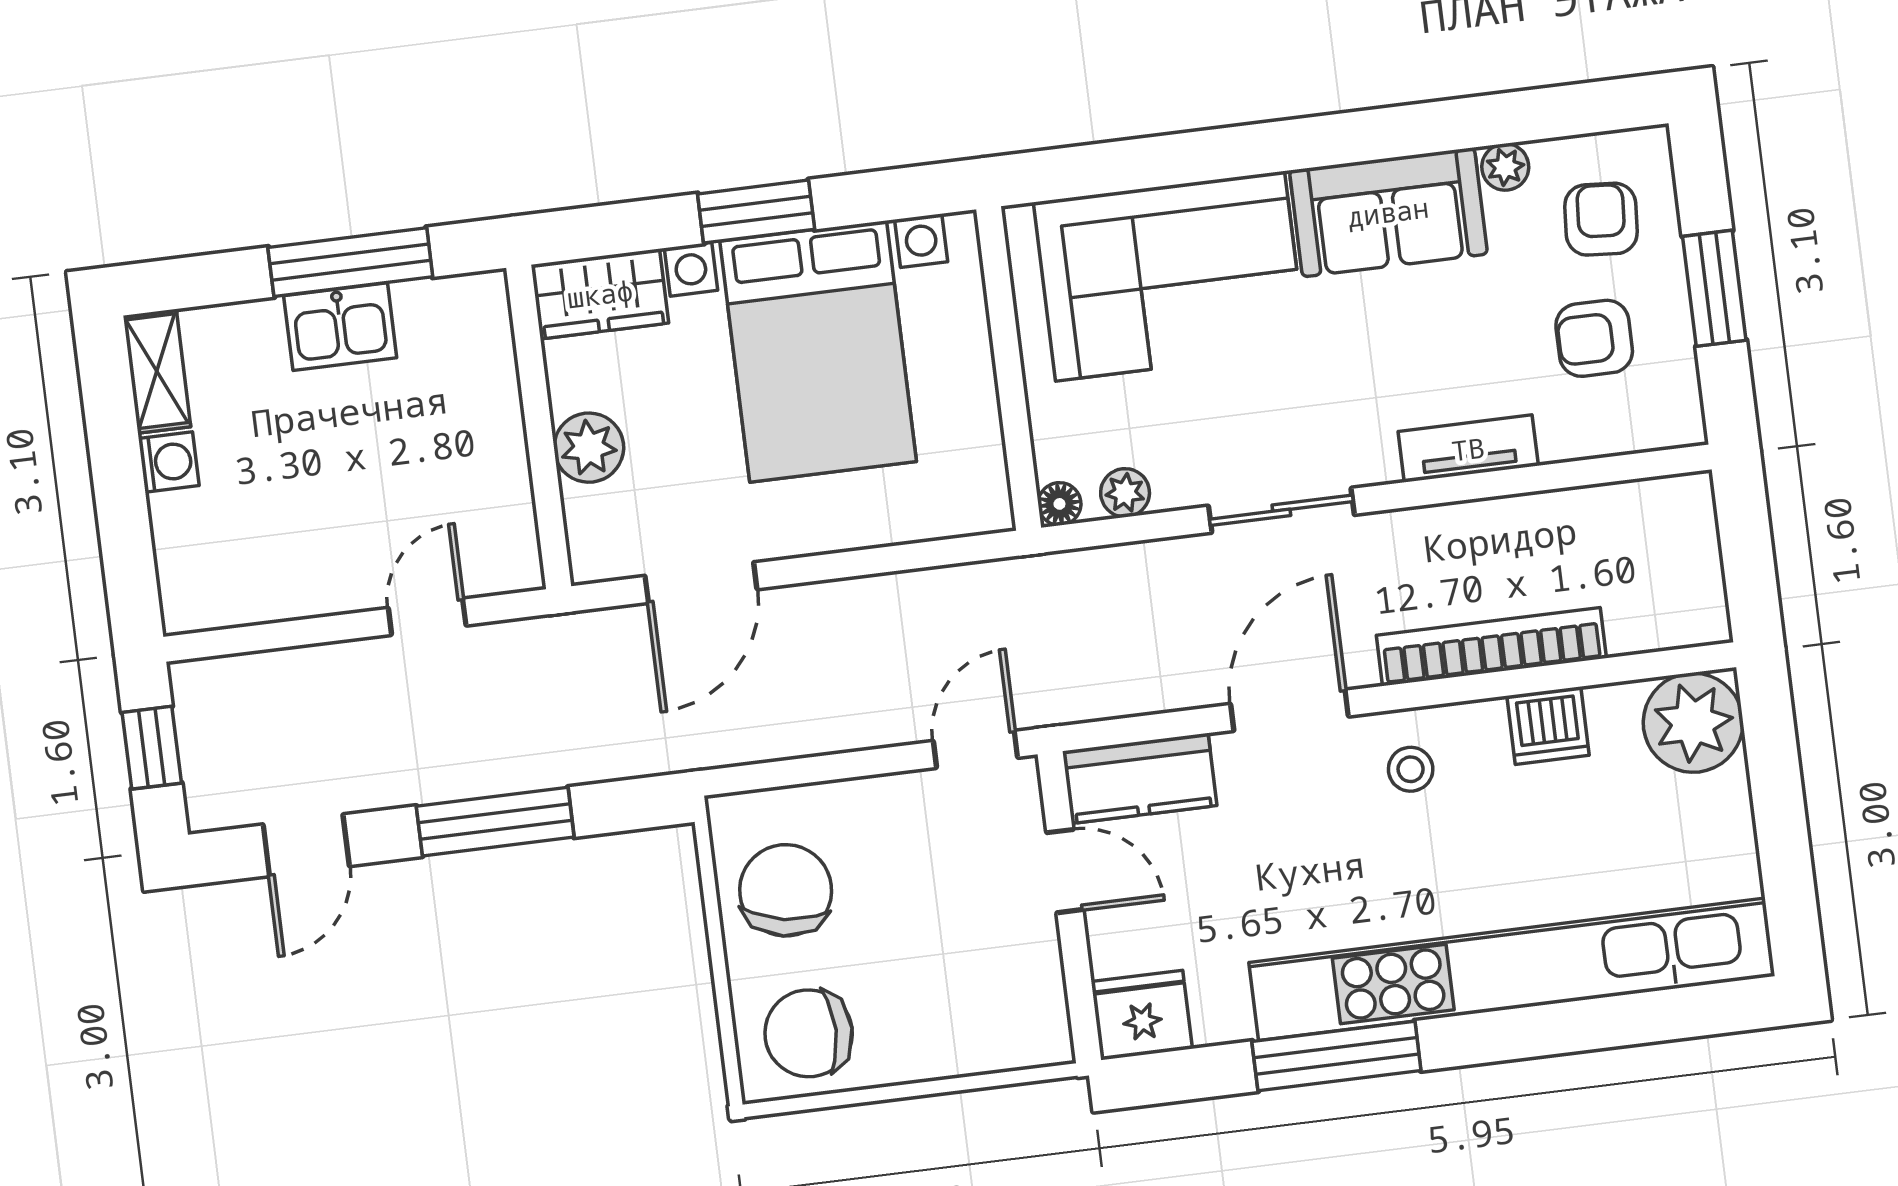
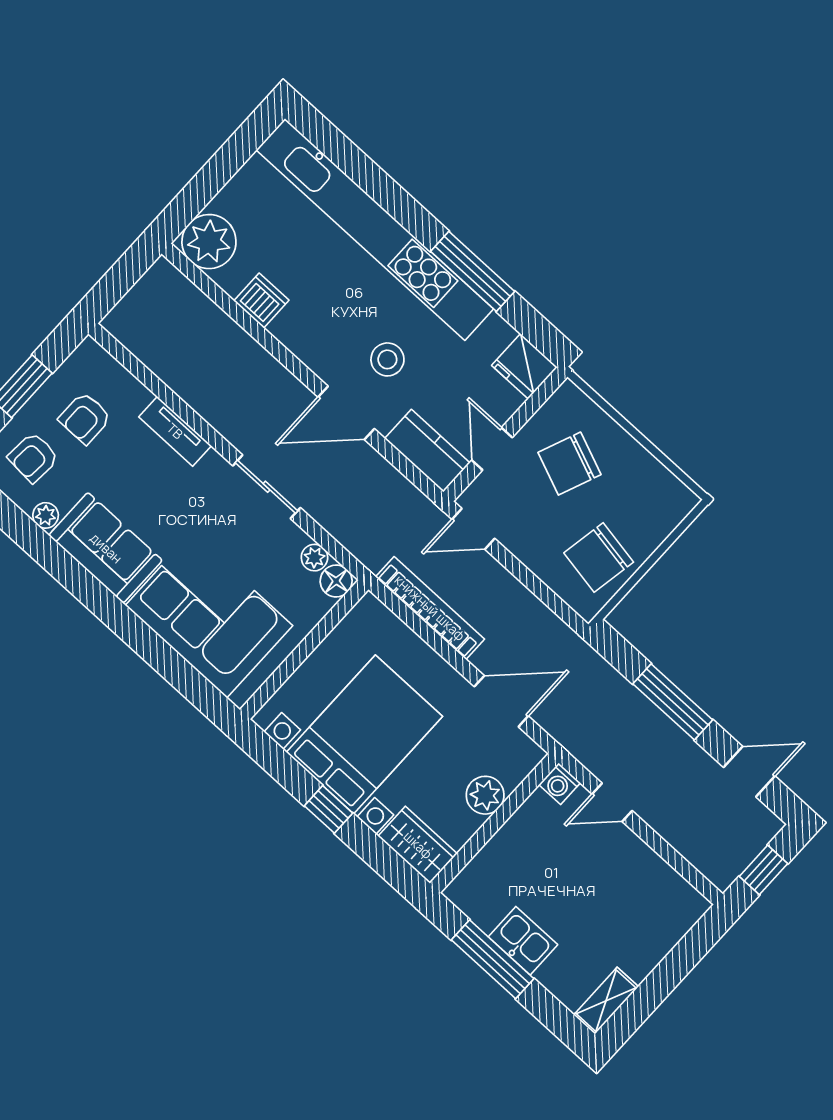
window: (756, 212) -> (329, 809), width x0.67
armchair: (1594, 338) -> (85, 418), turned 90
washing machine: (169, 462) -> (560, 784), moved, turned -90
floor lamp: (1060, 504) -> (336, 581), width x1.37, depth x1.37
bookcase: (1491, 647) -> (430, 608), moved, turned 180
stool: (1411, 769) -> (387, 359), moved, width x1.37, depth x1.37
chair: (809, 1033) -> (569, 464), moved, turned 112

